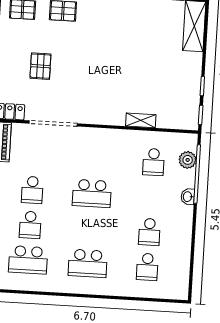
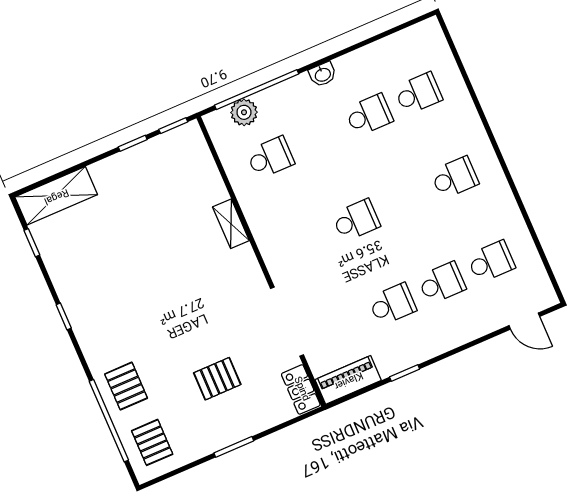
shelving: (141, 120) -> (231, 224), moved
school desk: (92, 193) -> (356, 220), width x0.54
washbasin: (188, 197) -> (323, 74), moved
school desk: (28, 260) -> (491, 262), width x0.54
school desk: (88, 263) -> (455, 178), width x0.54

